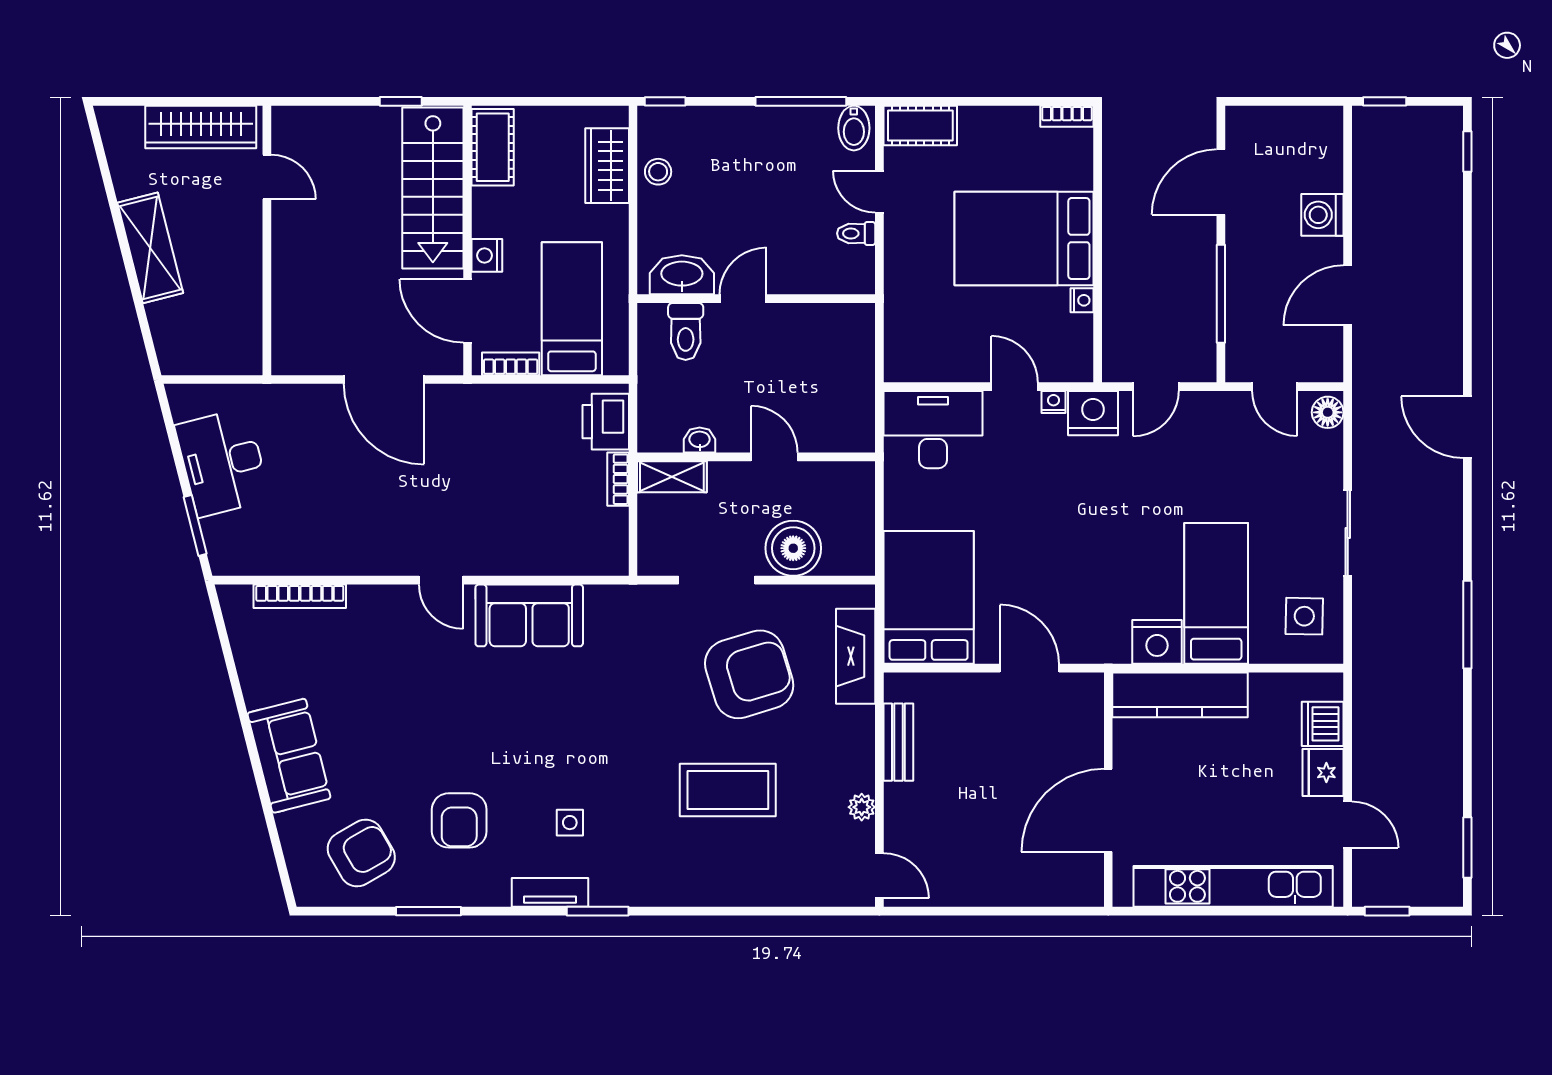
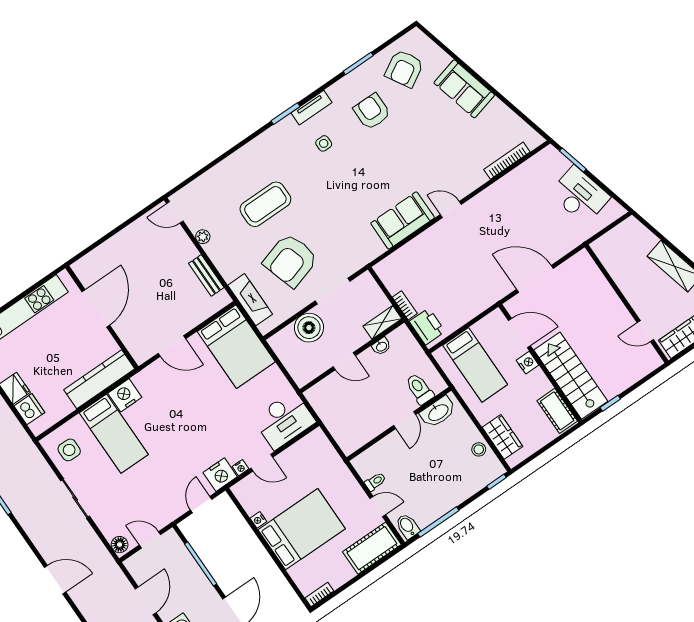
cot: (920, 126) -> (372, 548), width x1.37, depth x1.34
bookcase: (511, 364) -> (485, 323), removed

